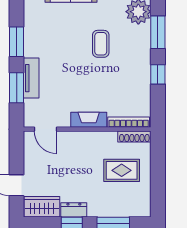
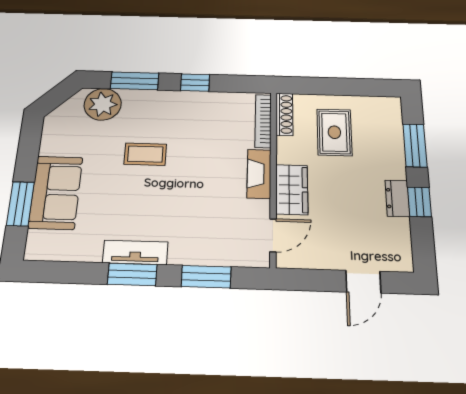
tv unit: (31, 78) -> (135, 252), moved
wardrobe: (42, 207) -> (292, 190), moved, turned 180

